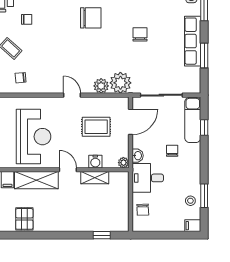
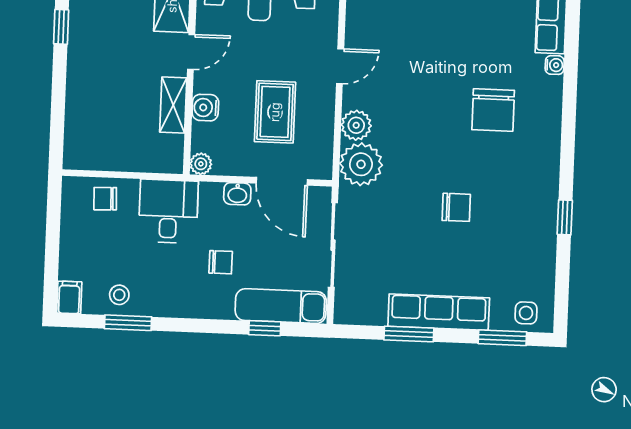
washbasin: (138, 156) -> (237, 194), moved
window: (102, 235) -> (61, 27), moved

